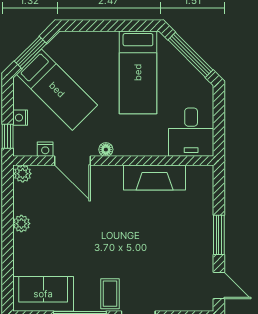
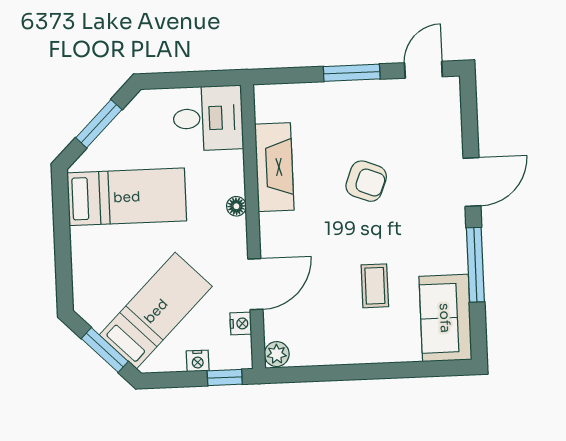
window: (190, 55) -> (99, 124), width x0.69
floor lamp: (106, 150) -> (236, 206), moved
plant: (21, 224) -> (347, 353), removed
armchair: (142, 242) -> (366, 181), added
coffee table: (110, 294) -> (375, 286), moved, turned 90

